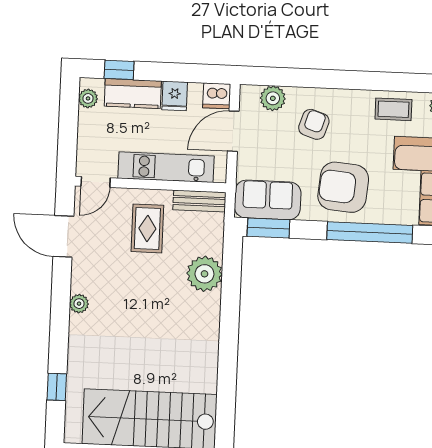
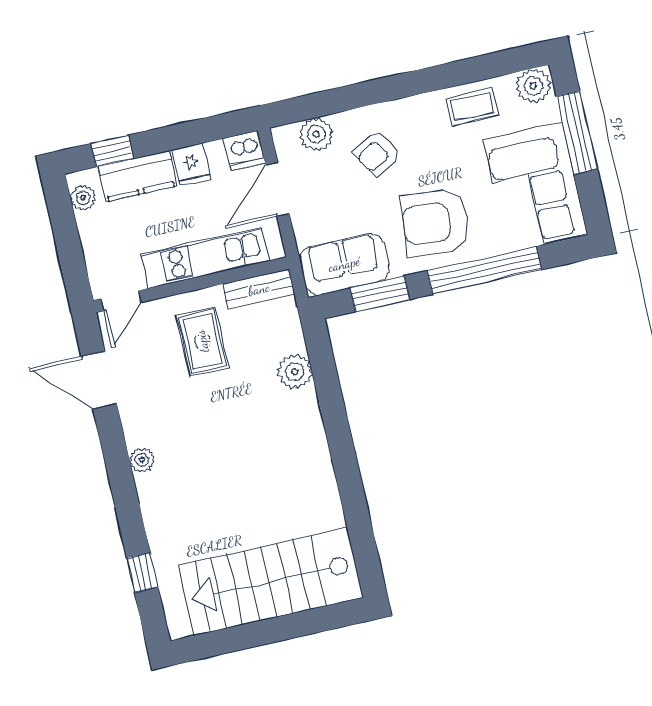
armchair: (314, 124) -> (377, 153), turned -140
window: (268, 228) -> (380, 294), moved
plant: (204, 274) -> (295, 372), width x0.73, depth x0.73

